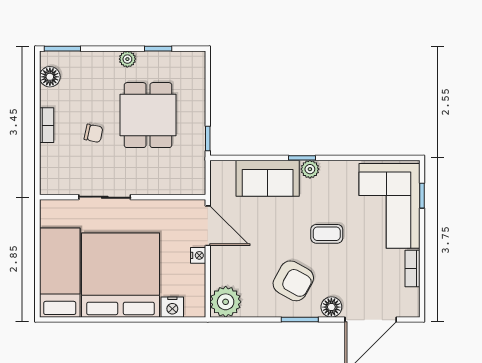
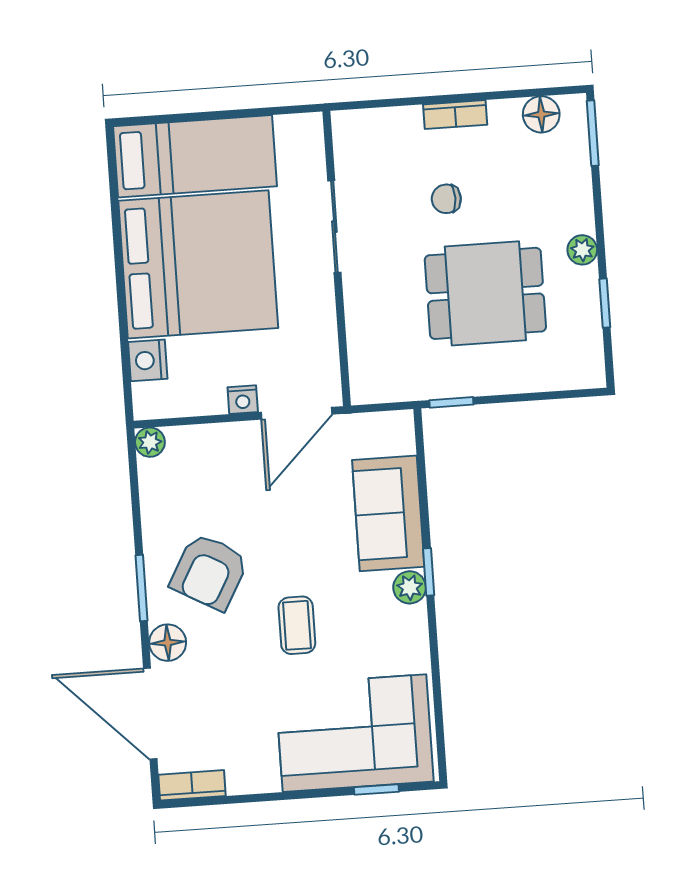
chair: (93, 133) -> (446, 199), turned 78
bookcase: (412, 268) -> (192, 785), moved
plant: (226, 302) -> (150, 442), width x0.53, depth x0.53

